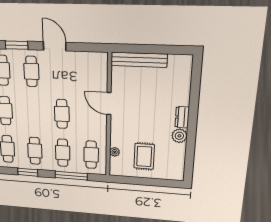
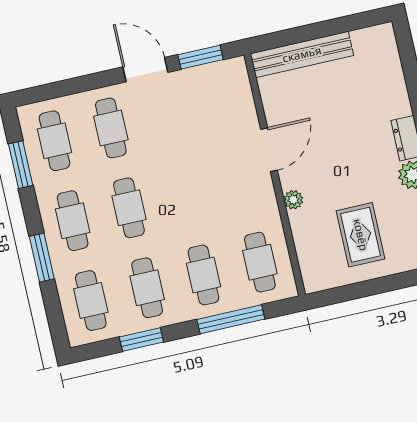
window: (17, 45) -> (201, 57), moved
door: (109, 104) -> (269, 150), swing flipped
cafe table: (62, 114) -> (129, 208), moved
plant: (115, 152) -> (293, 200), moved

